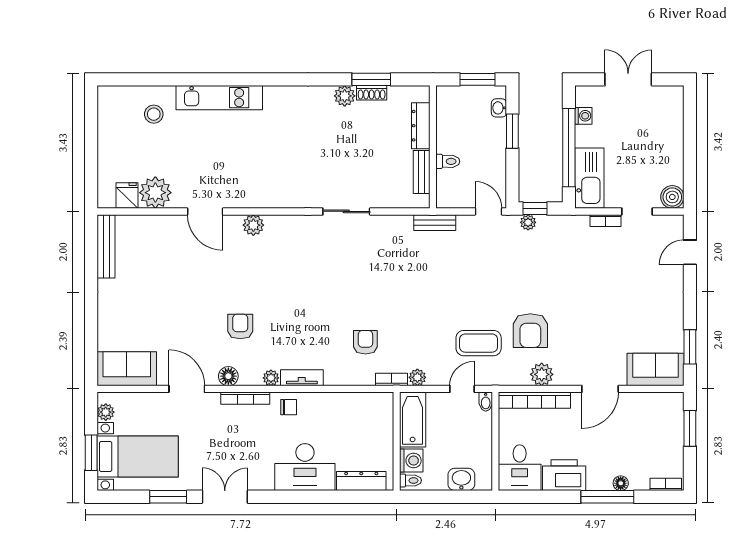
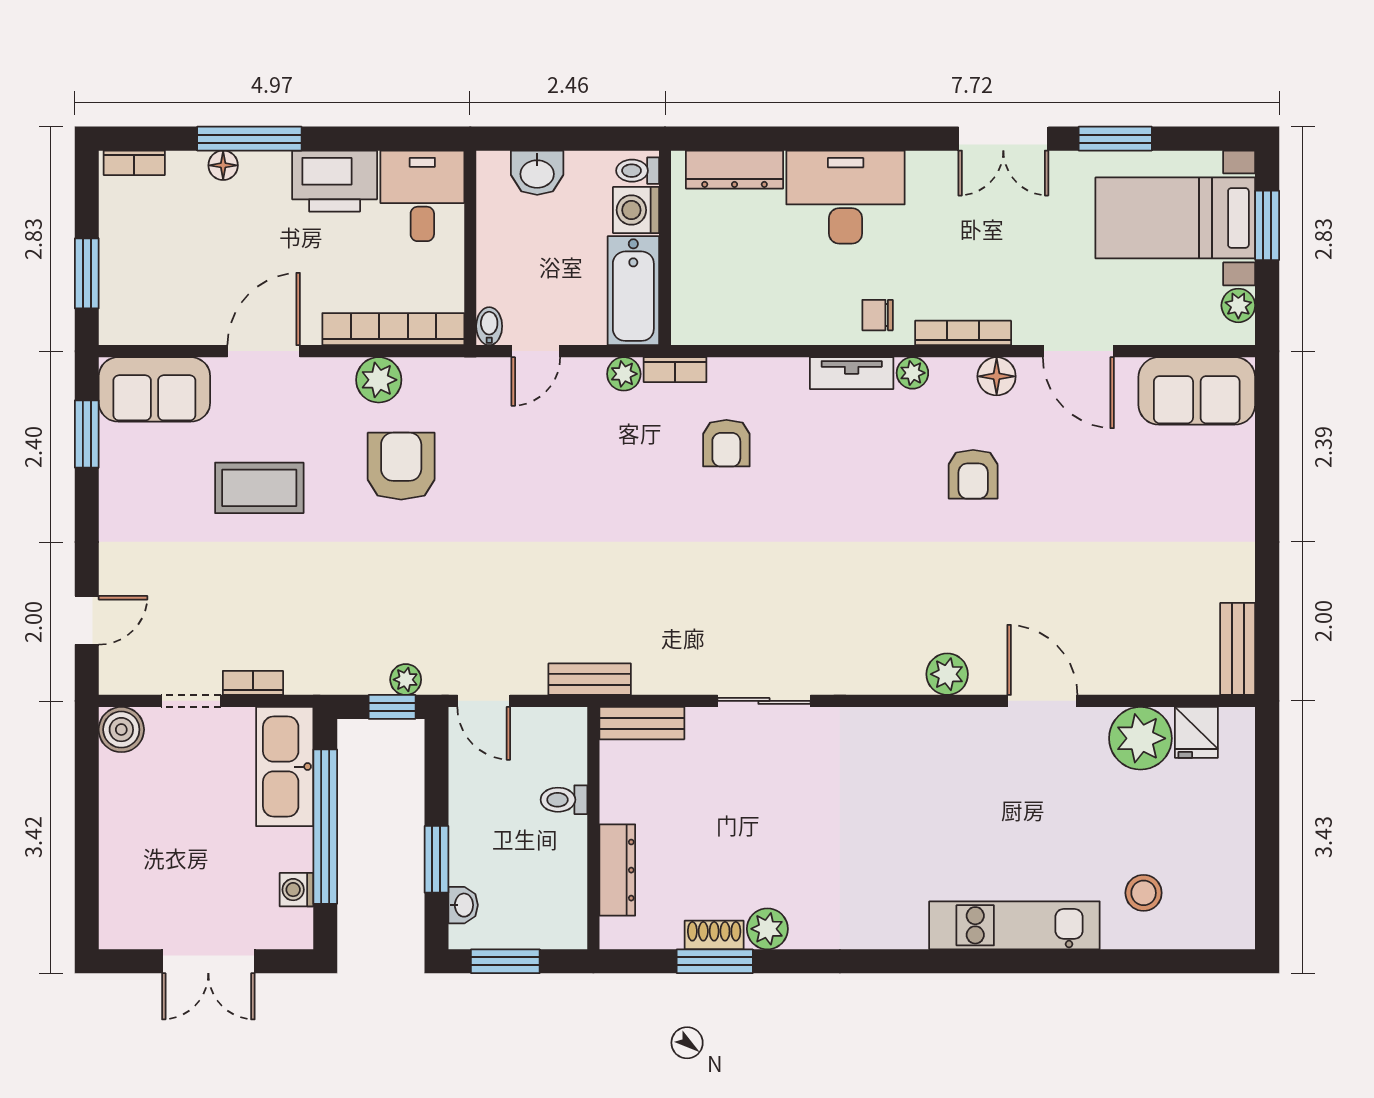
bench: (422, 172) -> (642, 723), moved, turned 90
bench: (106, 246) -> (1238, 649), width x0.73
coffee table: (479, 343) -> (259, 488), moved

